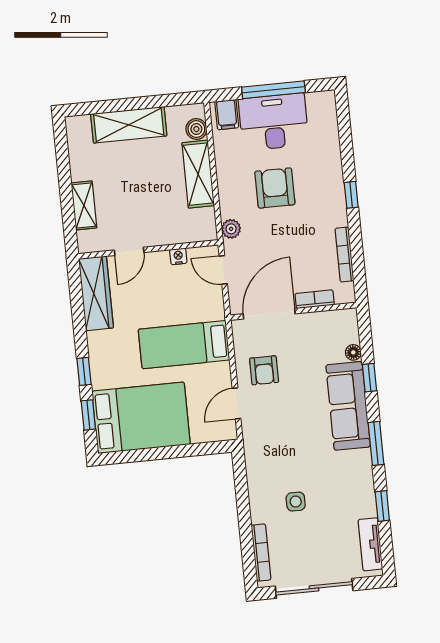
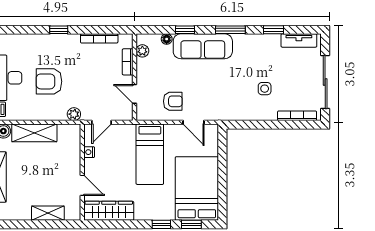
door: (269, 314) -> (135, 94), width x0.53
plant: (333, 319) -> (142, 51), added

